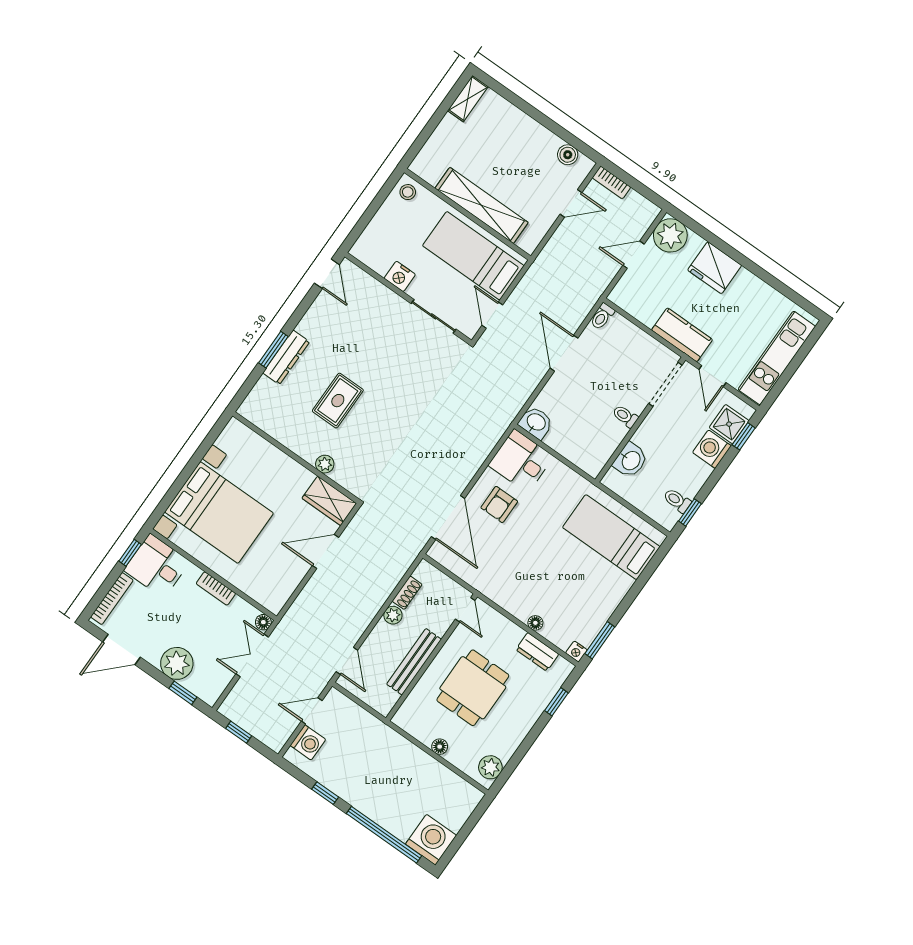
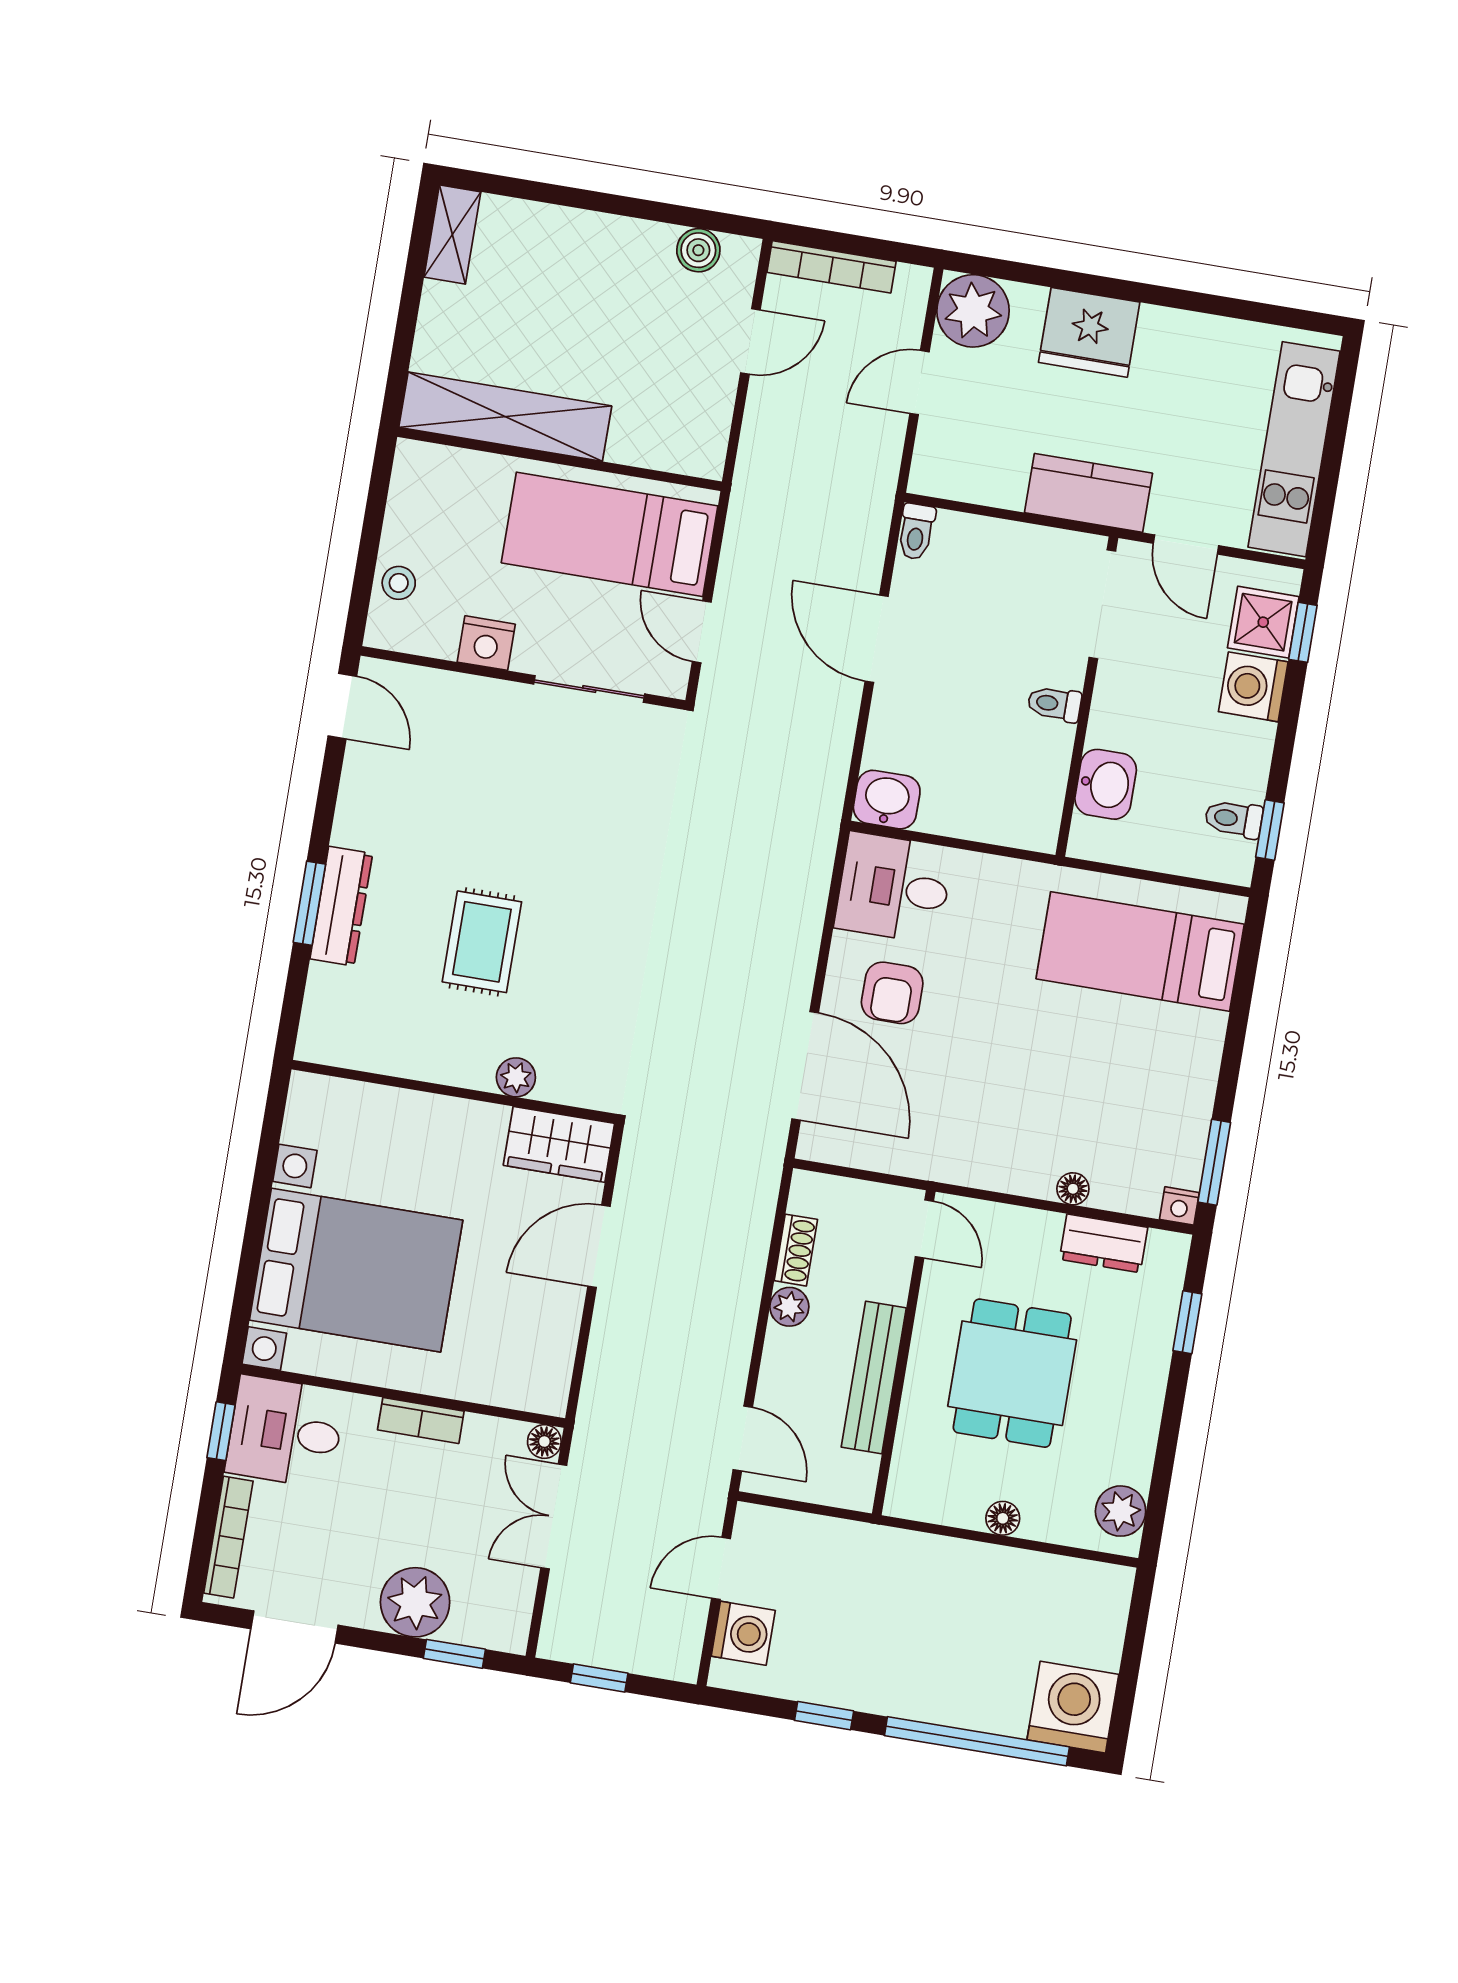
bookcase: (611, 182) -> (831, 267), width x1.56
stool: (408, 192) -> (399, 583), moved
shelving: (482, 205) -> (505, 417), moved

